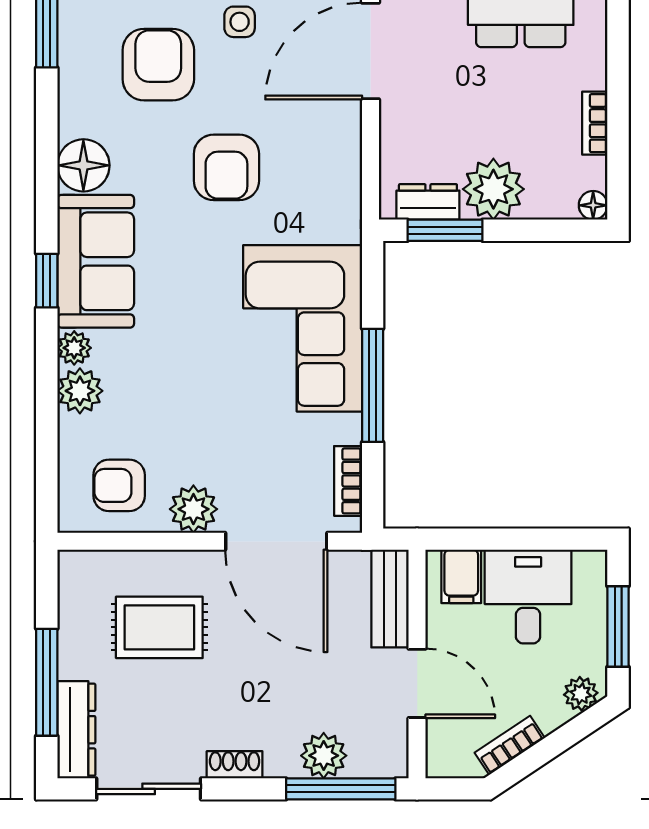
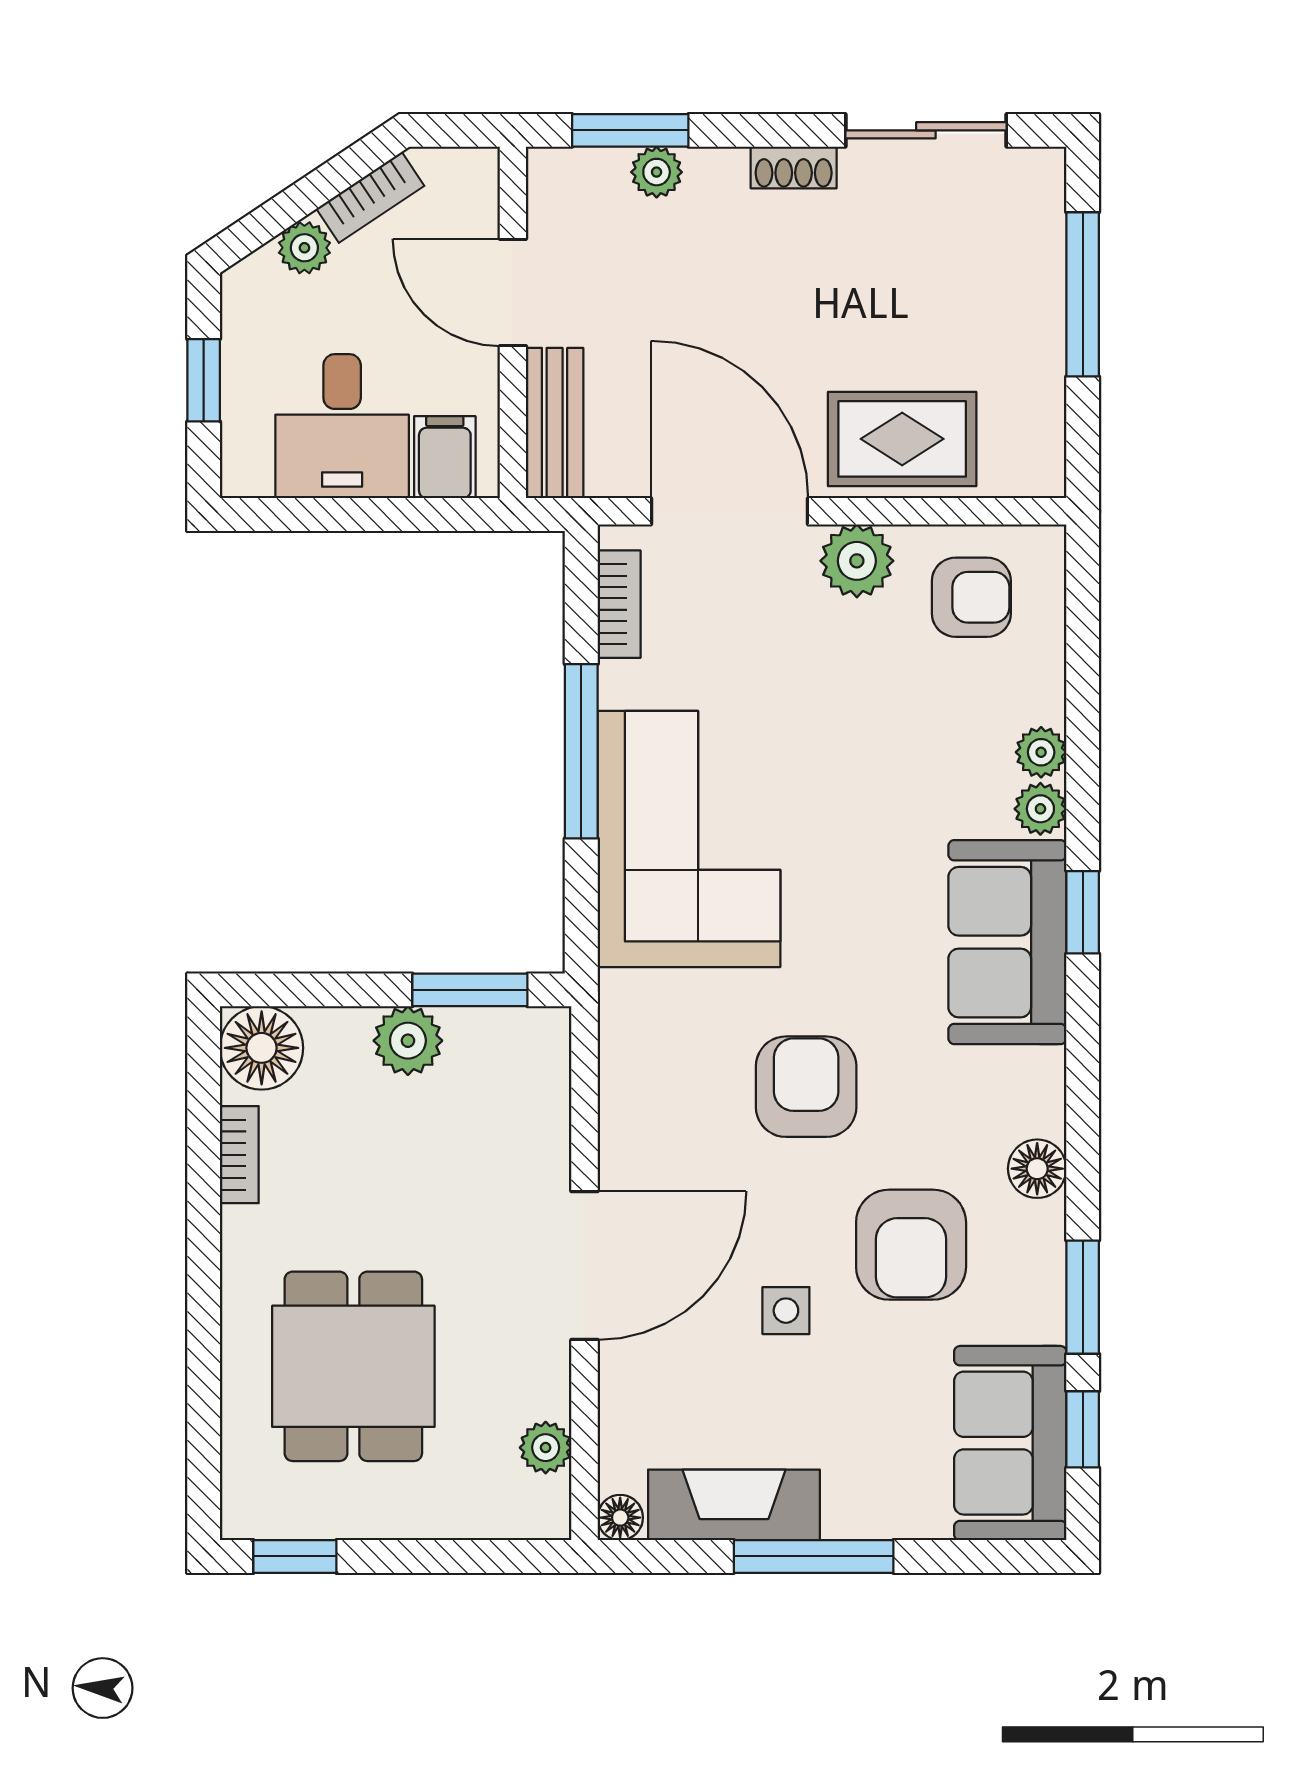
floor lamp: (83, 165) -> (1037, 1169), moved, width x0.73, depth x0.73
plant: (493, 189) -> (408, 1041), width x0.73, depth x0.73
dresser: (428, 202) -> (496, 1033), removed
floor lamp: (593, 205) -> (262, 1048), width x1.89, depth x1.89
plant: (80, 391) -> (1041, 752), width x0.73, depth x0.73
window: (618, 626) -> (204, 380), width x0.67
rug: (159, 627) -> (902, 439), moved
plant: (581, 694) -> (304, 248), moved
dresser: (76, 730) -> (1037, 221), removed
plant: (324, 756) -> (657, 172), width x0.73, depth x0.73
window: (341, 789) -> (630, 130), width x0.69

